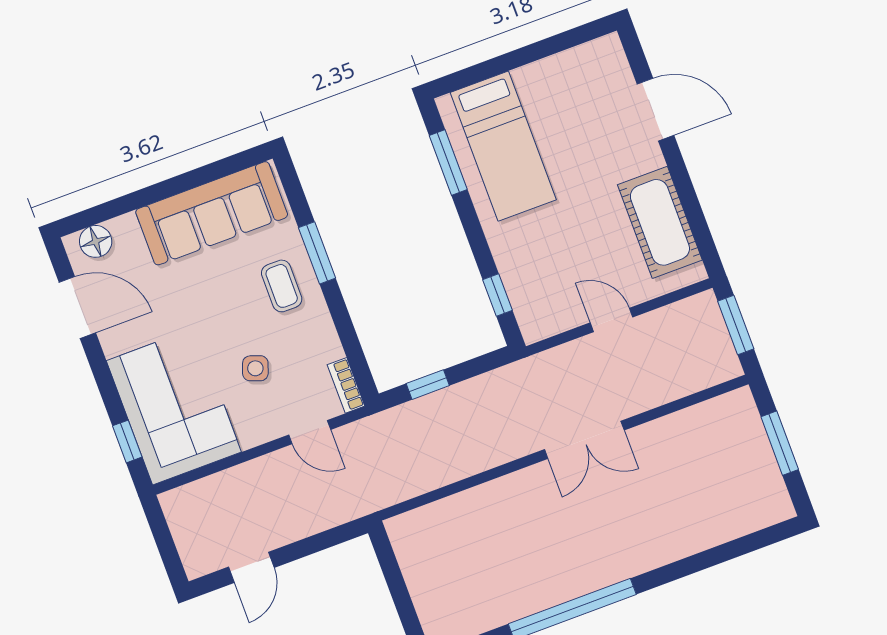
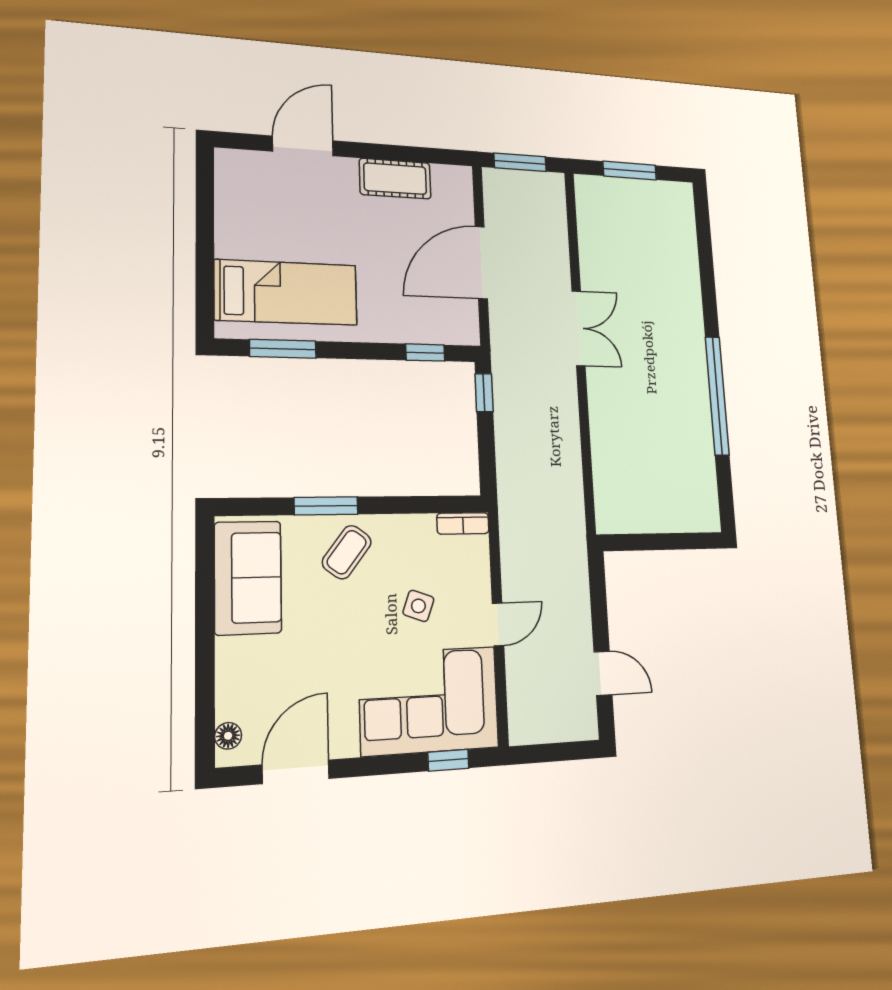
sofa: (212, 213) -> (248, 578), width x0.73
cot: (660, 222) -> (395, 179), width x0.73, depth x0.75
floor lamp: (96, 241) -> (228, 736), width x0.73, depth x0.73
coffee table: (282, 286) -> (347, 552), turned -53
door: (611, 320) -> (481, 263), width x1.87
window: (428, 385) -> (484, 393), moved
door: (310, 432) -> (498, 624), moved

